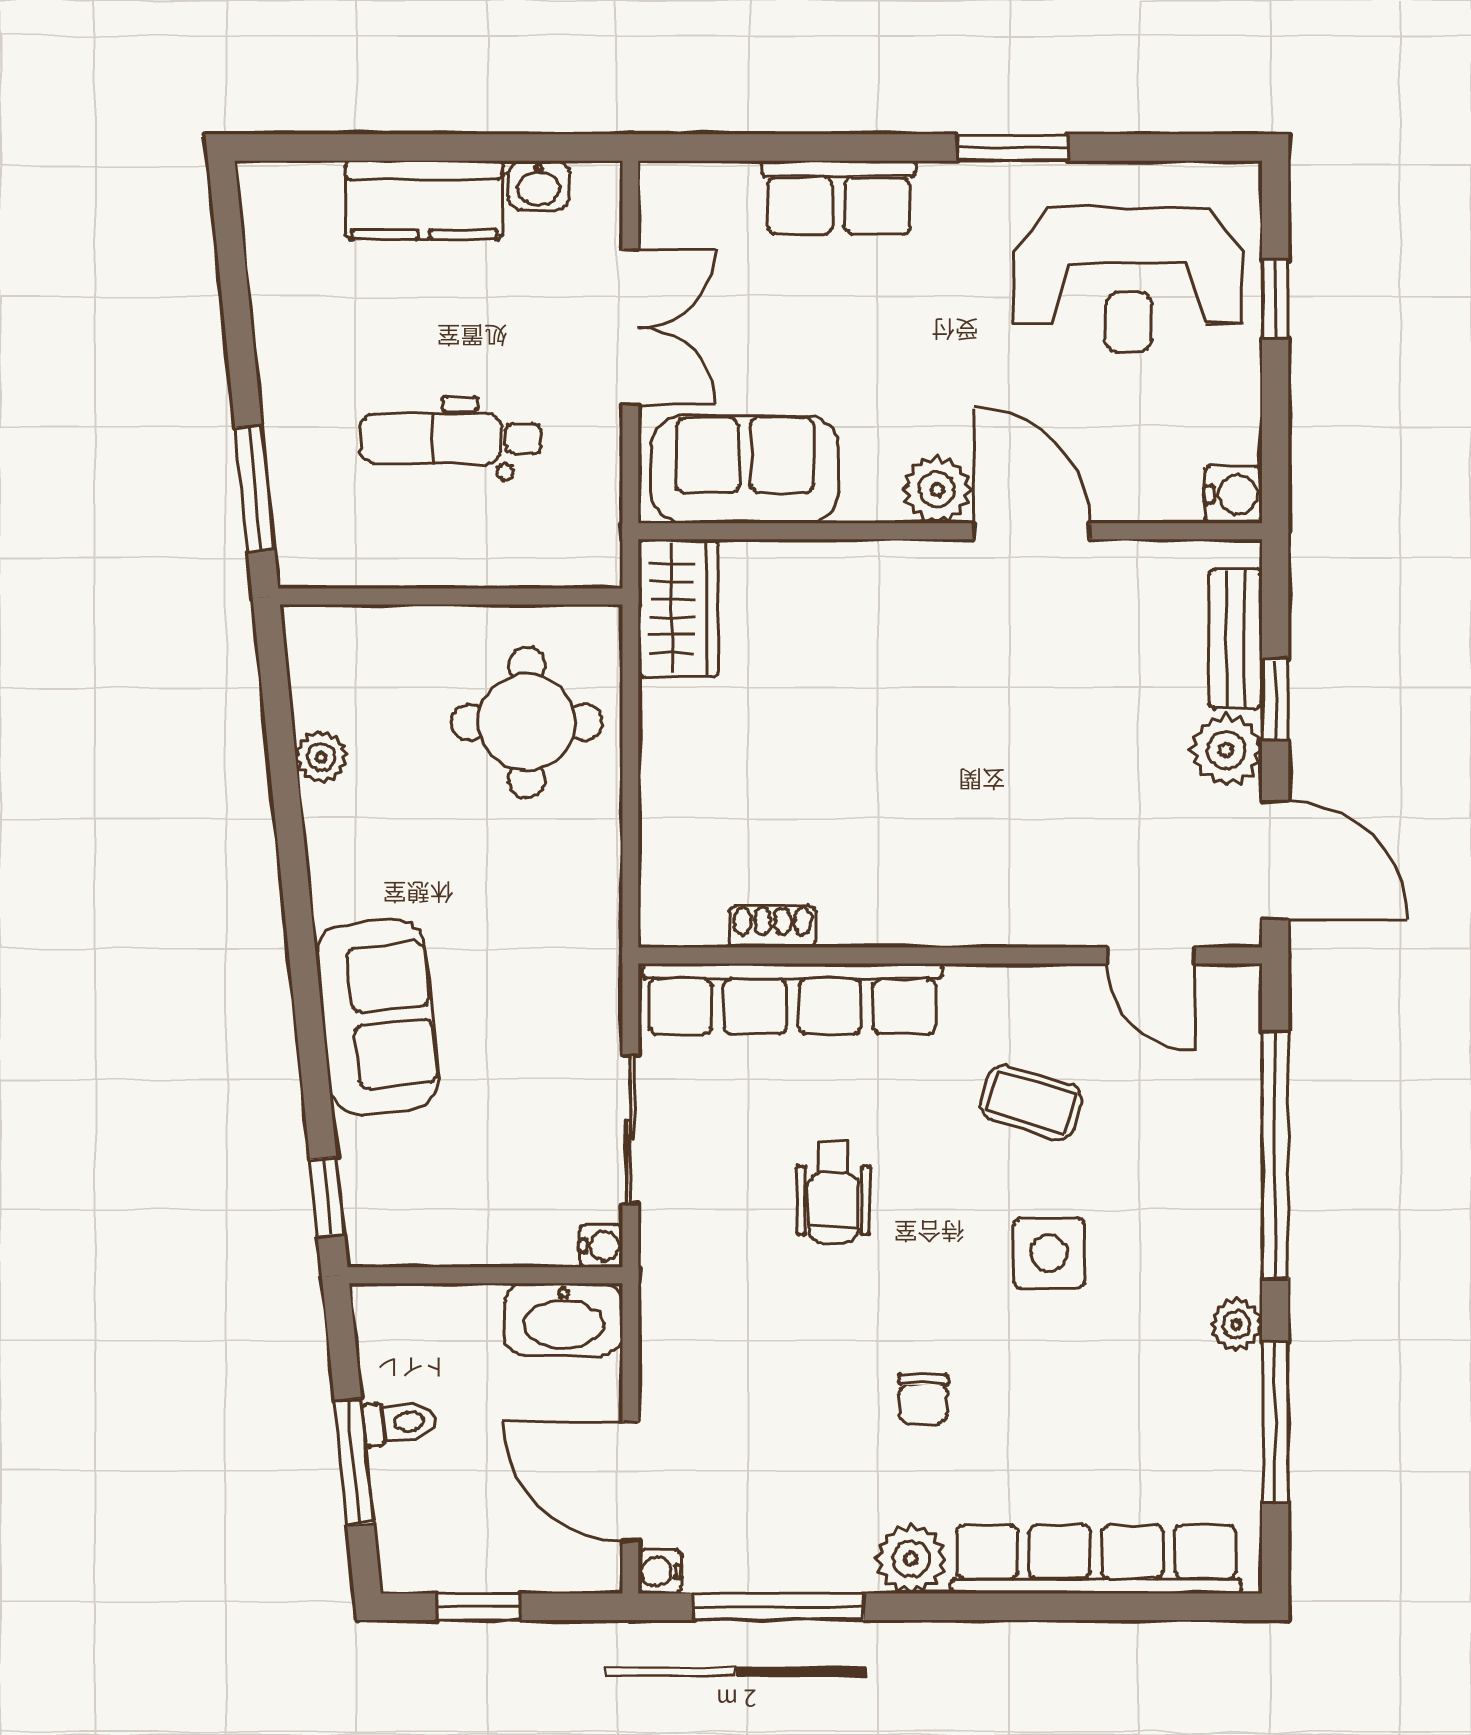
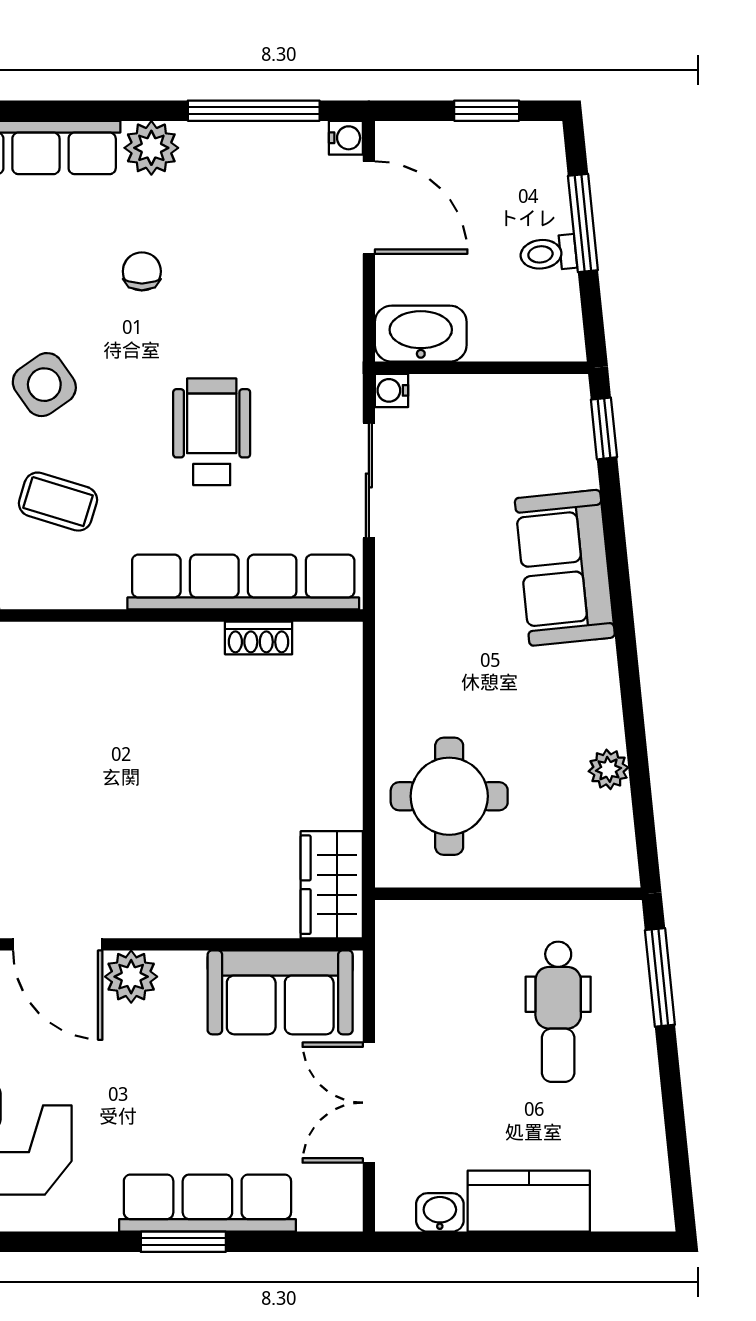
window: (1013, 148) -> (183, 1242), moved
row of seats: (839, 197) -> (207, 1203), width x1.48
dental chair: (451, 439) -> (558, 1012), moved, turned 90
wheelchair: (833, 1192) -> (212, 432), width x1.36, depth x1.37
side table: (1049, 1253) -> (44, 385), turned -35

